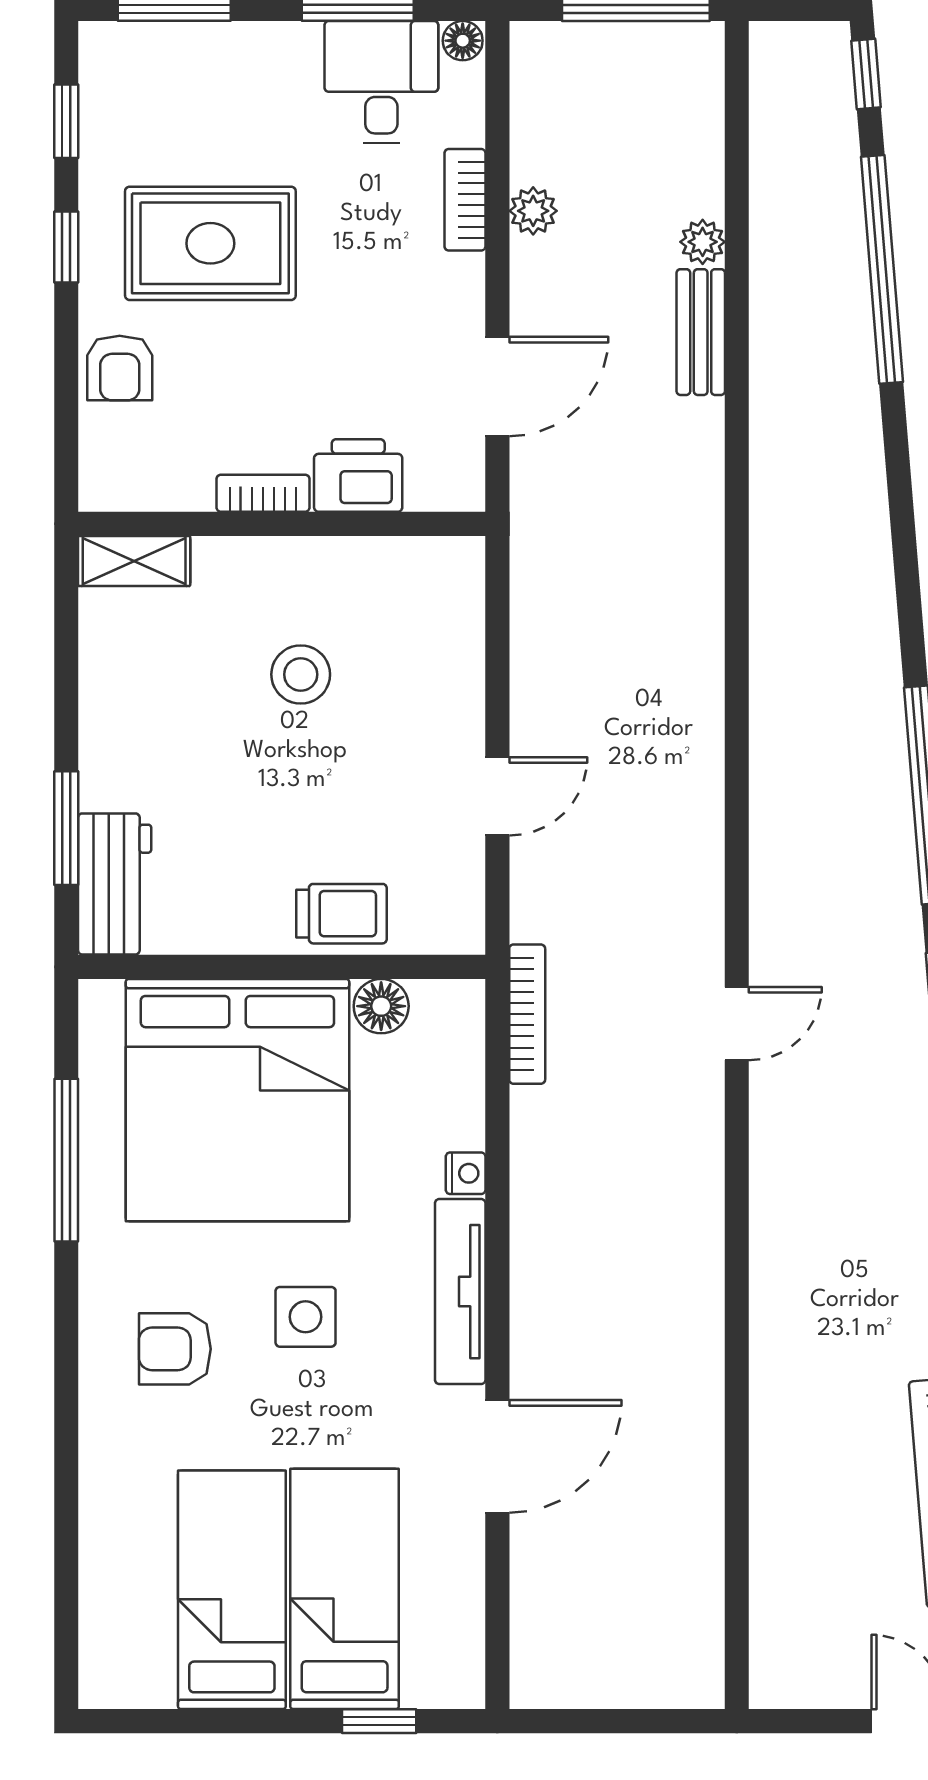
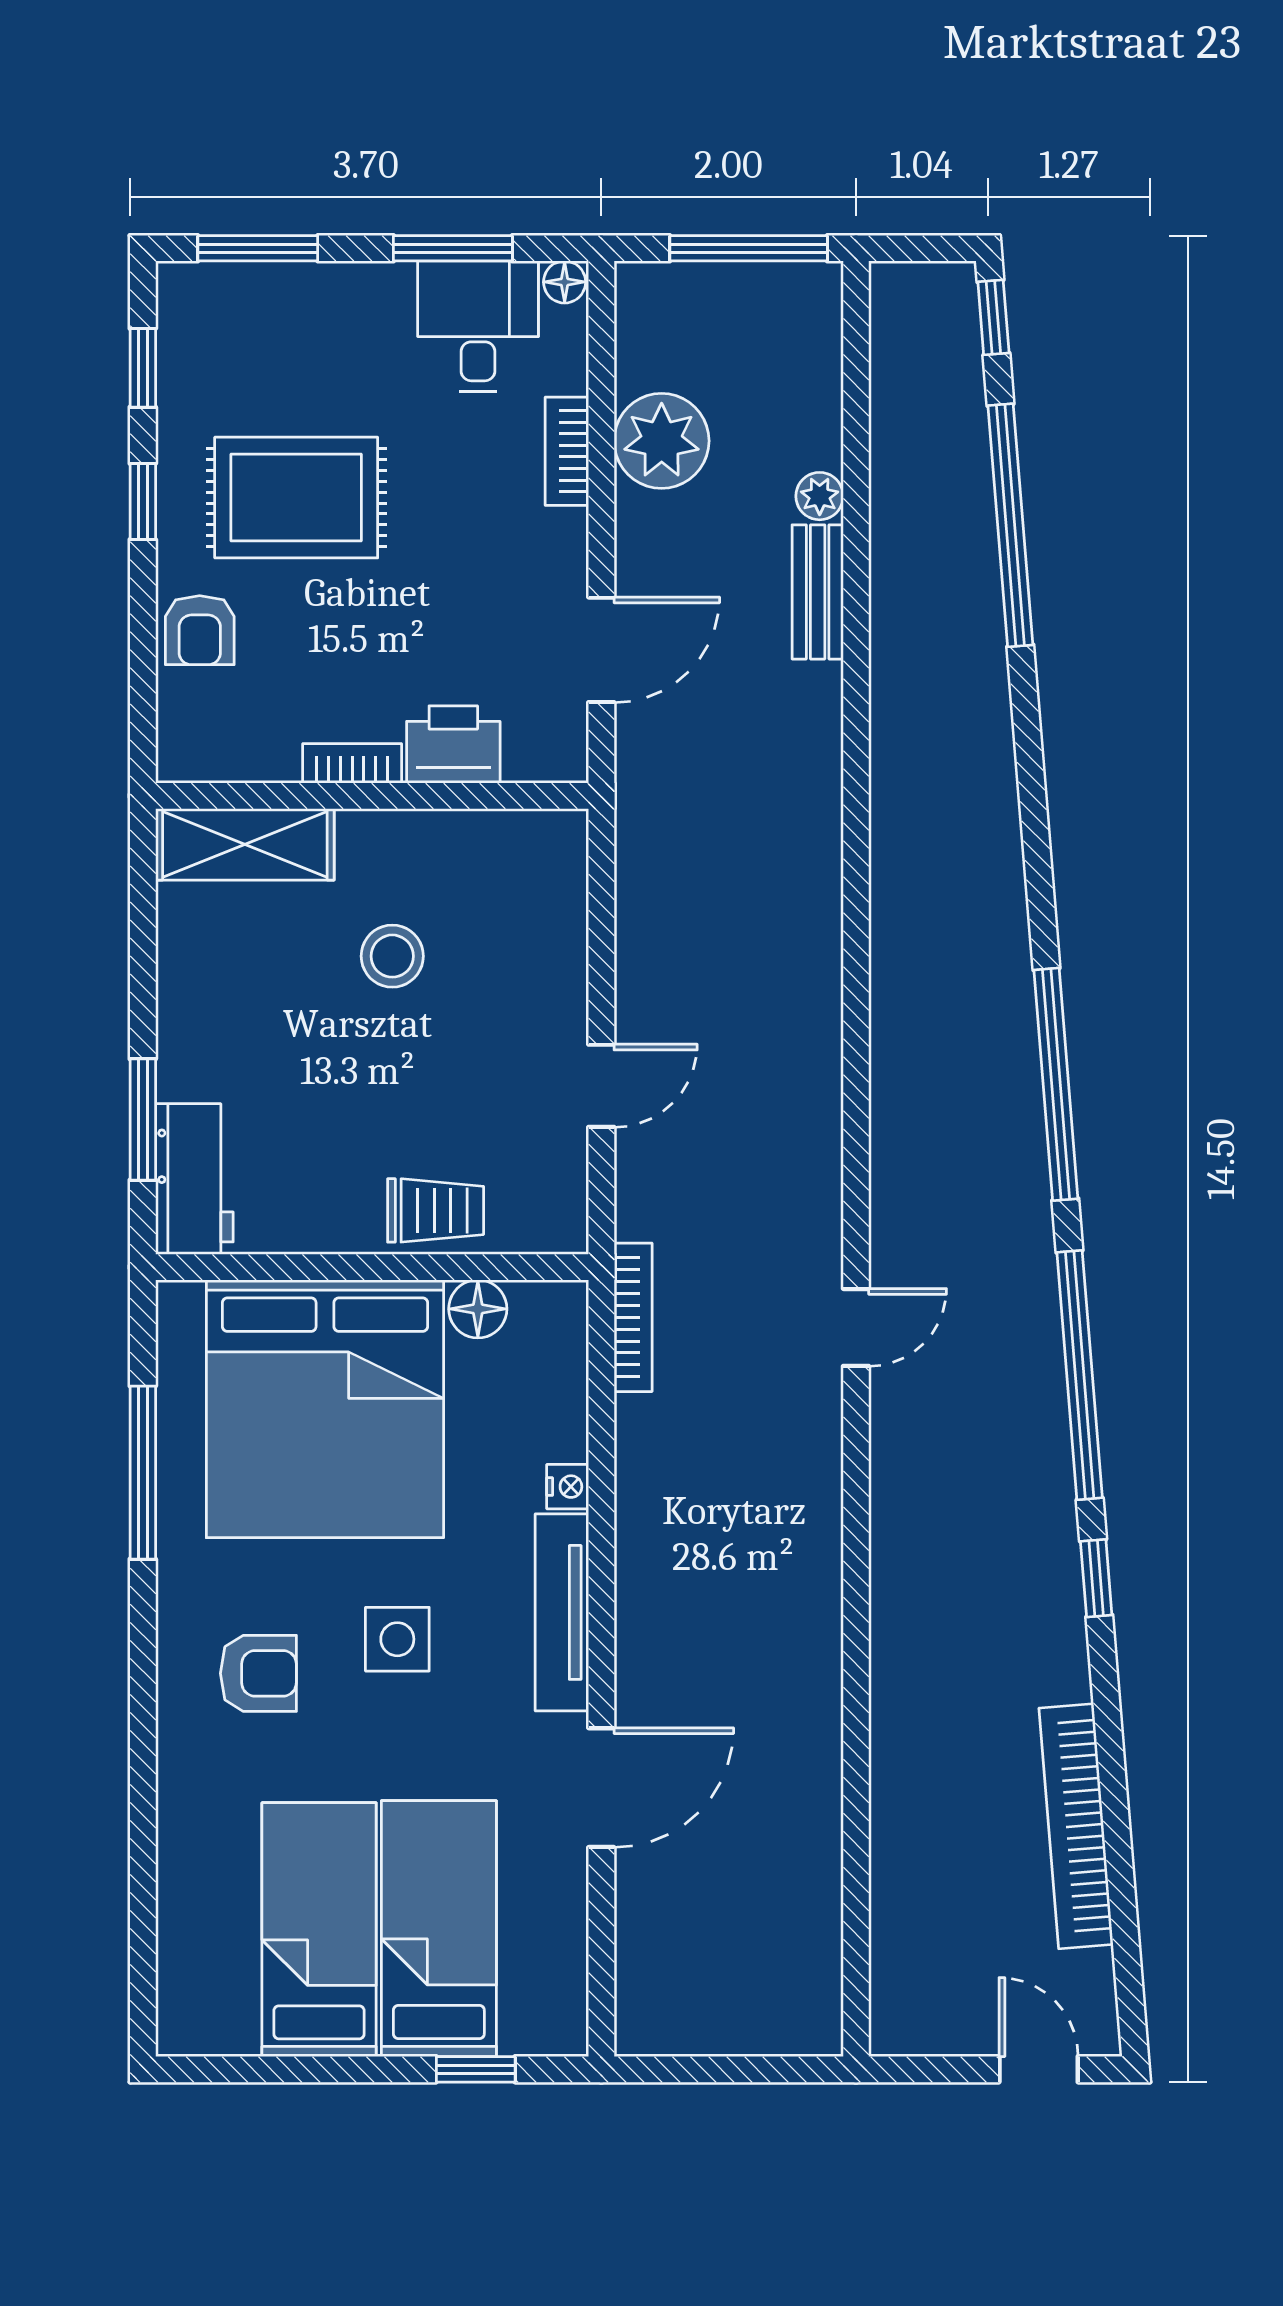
plant: (533, 211) -> (662, 441), width x1.87, depth x1.87
shelving: (134, 561) -> (245, 844), width x1.50, depth x1.33
armchair: (175, 1349) -> (258, 1673), turned 180

